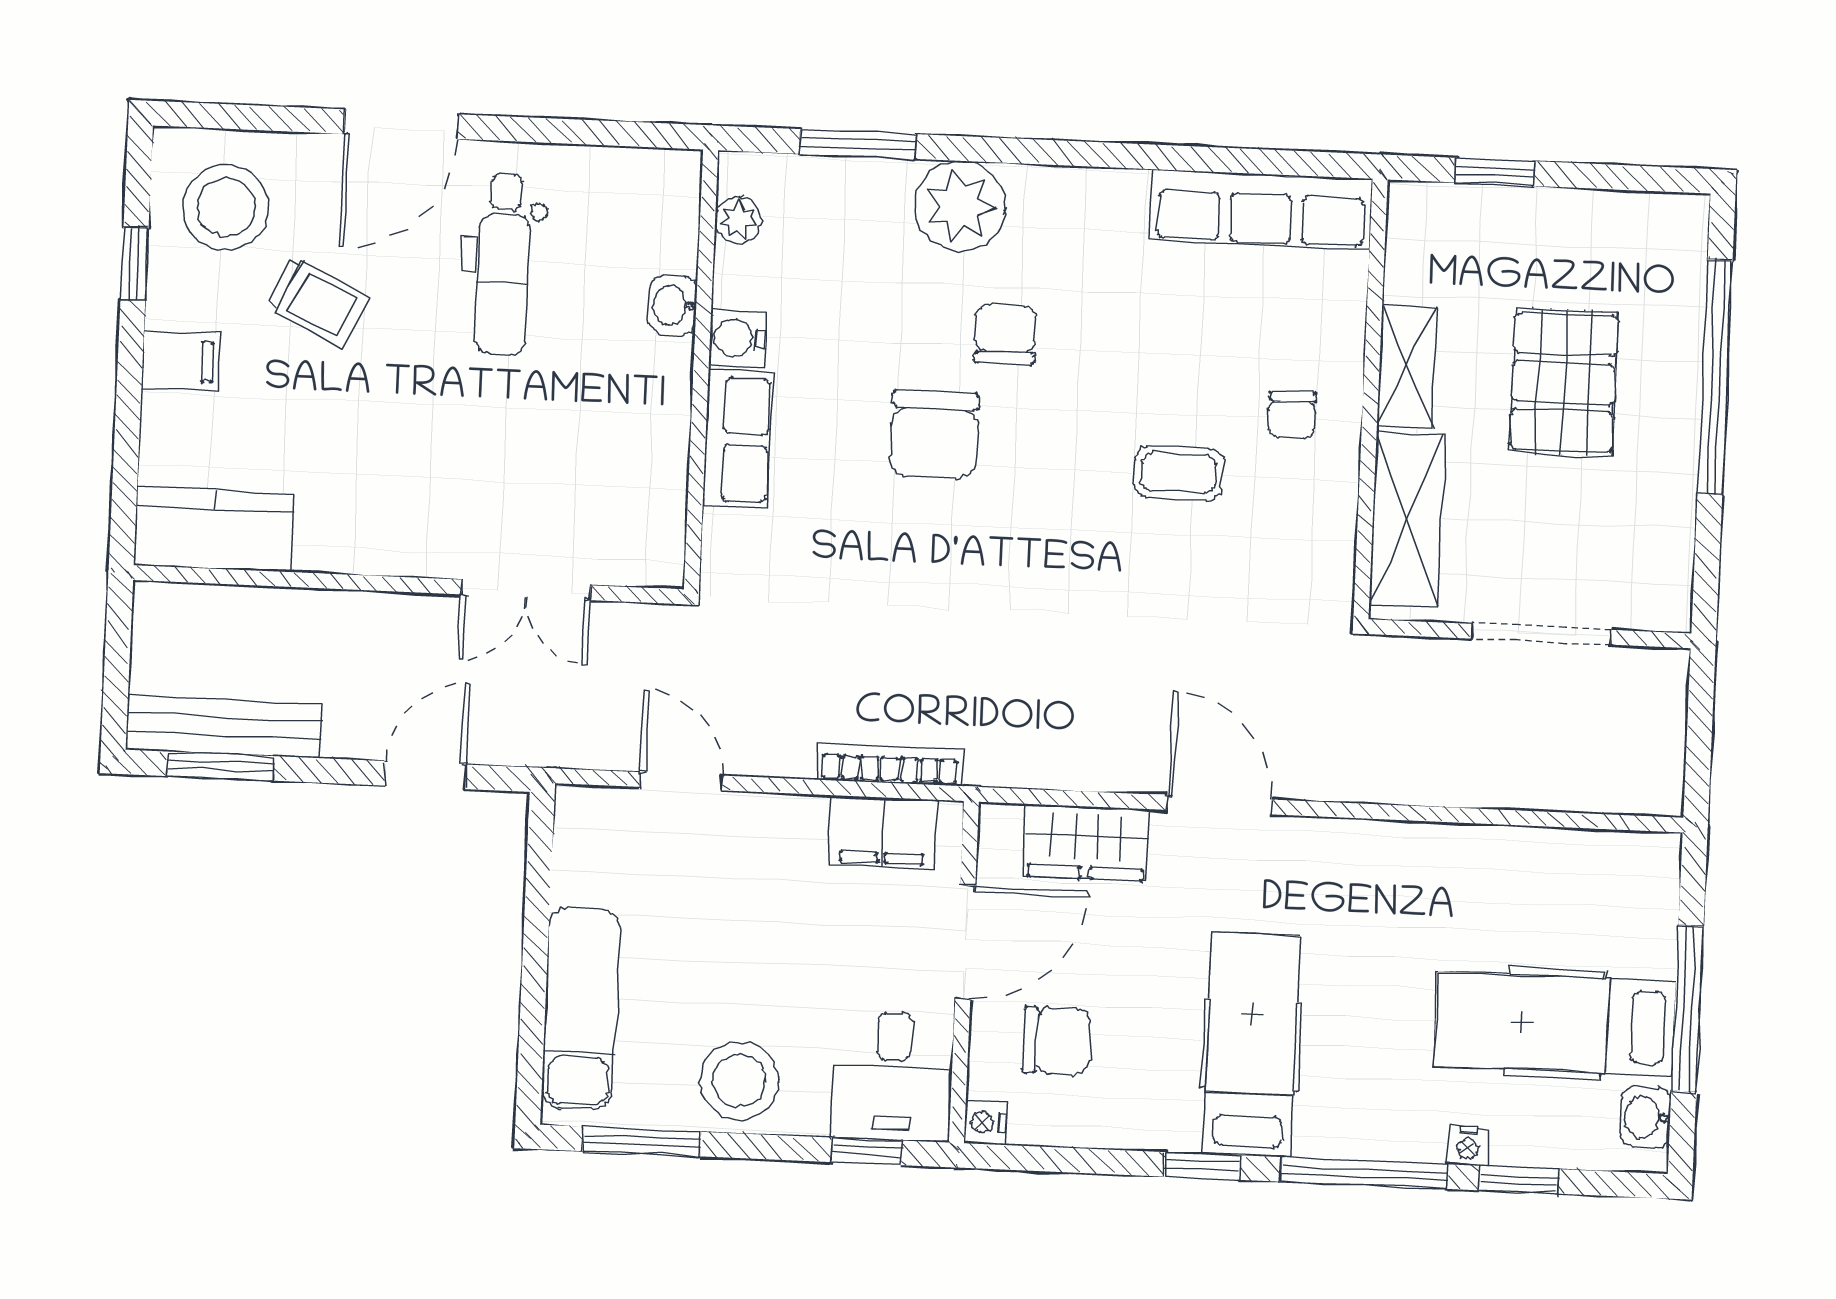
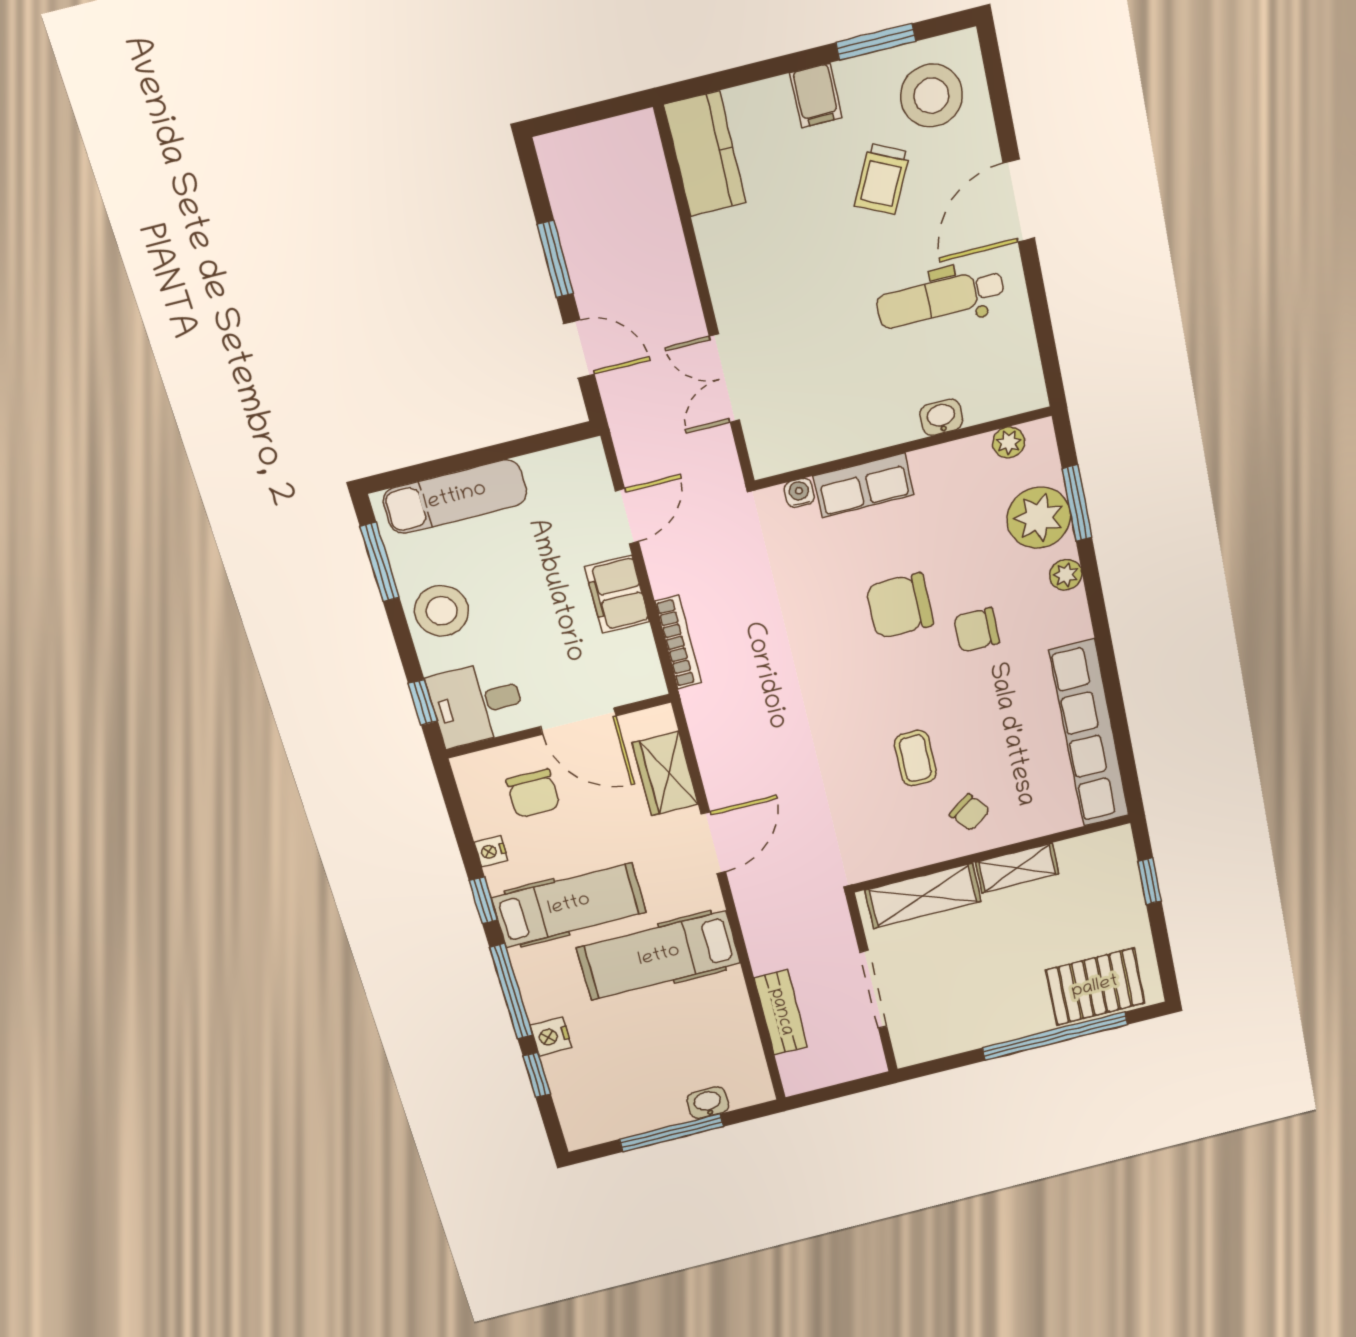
door: (401, 124) -> (1019, 201), hinge flipped
plant: (863, 204) -> (1039, 518), added
plant: (960, 206) -> (1066, 575), width x0.53, depth x0.53
row of seats: (1261, 210) -> (1089, 733), width x1.36
window: (134, 264) -> (876, 42), width x1.50
chair: (1005, 334) -> (977, 630), turned 180
water cooler: (738, 338) -> (799, 493), moved, width x0.72, depth x0.72
pallet: (1564, 382) -> (1095, 987), moved
chair: (1292, 415) -> (970, 812), turned -127
bench: (224, 727) -> (781, 1012), moved, width x0.73
window: (221, 766) -> (555, 259), moved
filing cabinet: (883, 833) -> (617, 594), moved
hospital bed: (1555, 1024) -> (659, 956), moved, turned -90
washbasin: (1645, 1117) -> (708, 1103), moved
nightstand: (985, 1122) -> (491, 851), moved, turned -90
nightstand: (1468, 1146) -> (551, 1037), width x1.39, depth x1.35

